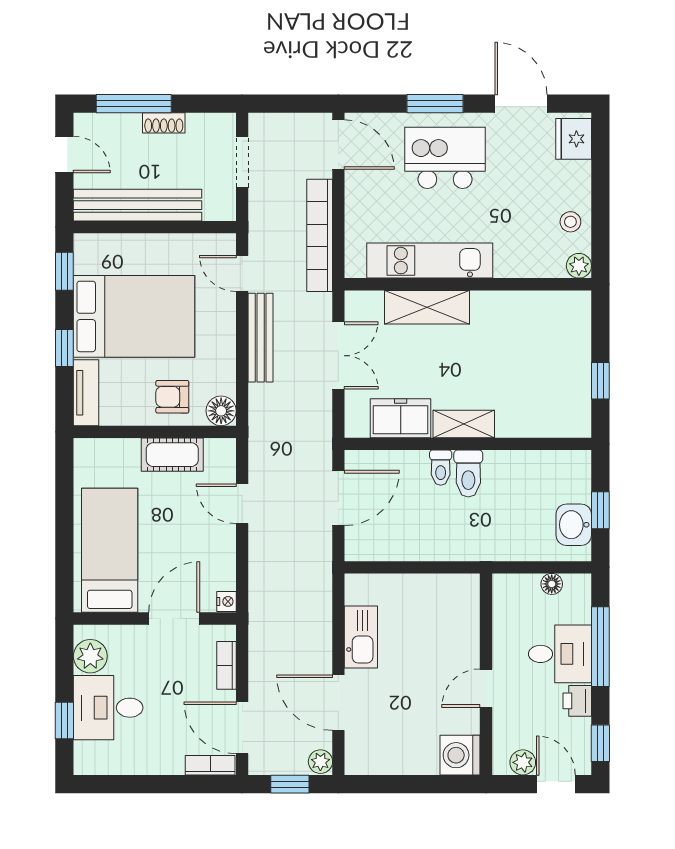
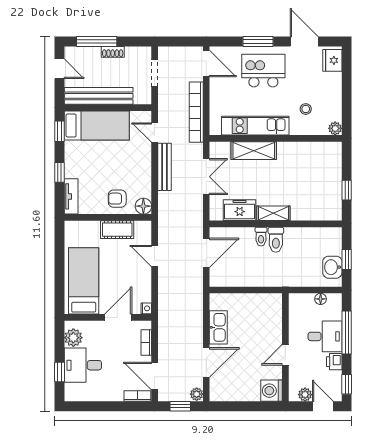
stool: (570, 222) -> (306, 109), moved
bed: (134, 316) -> (97, 125), moved, width x0.67
door: (338, 703) -> (206, 363), swing flipped

